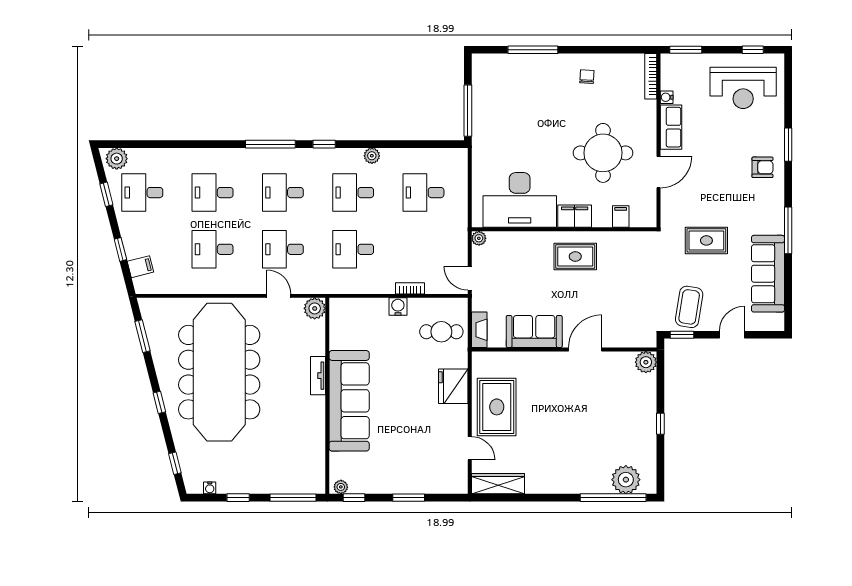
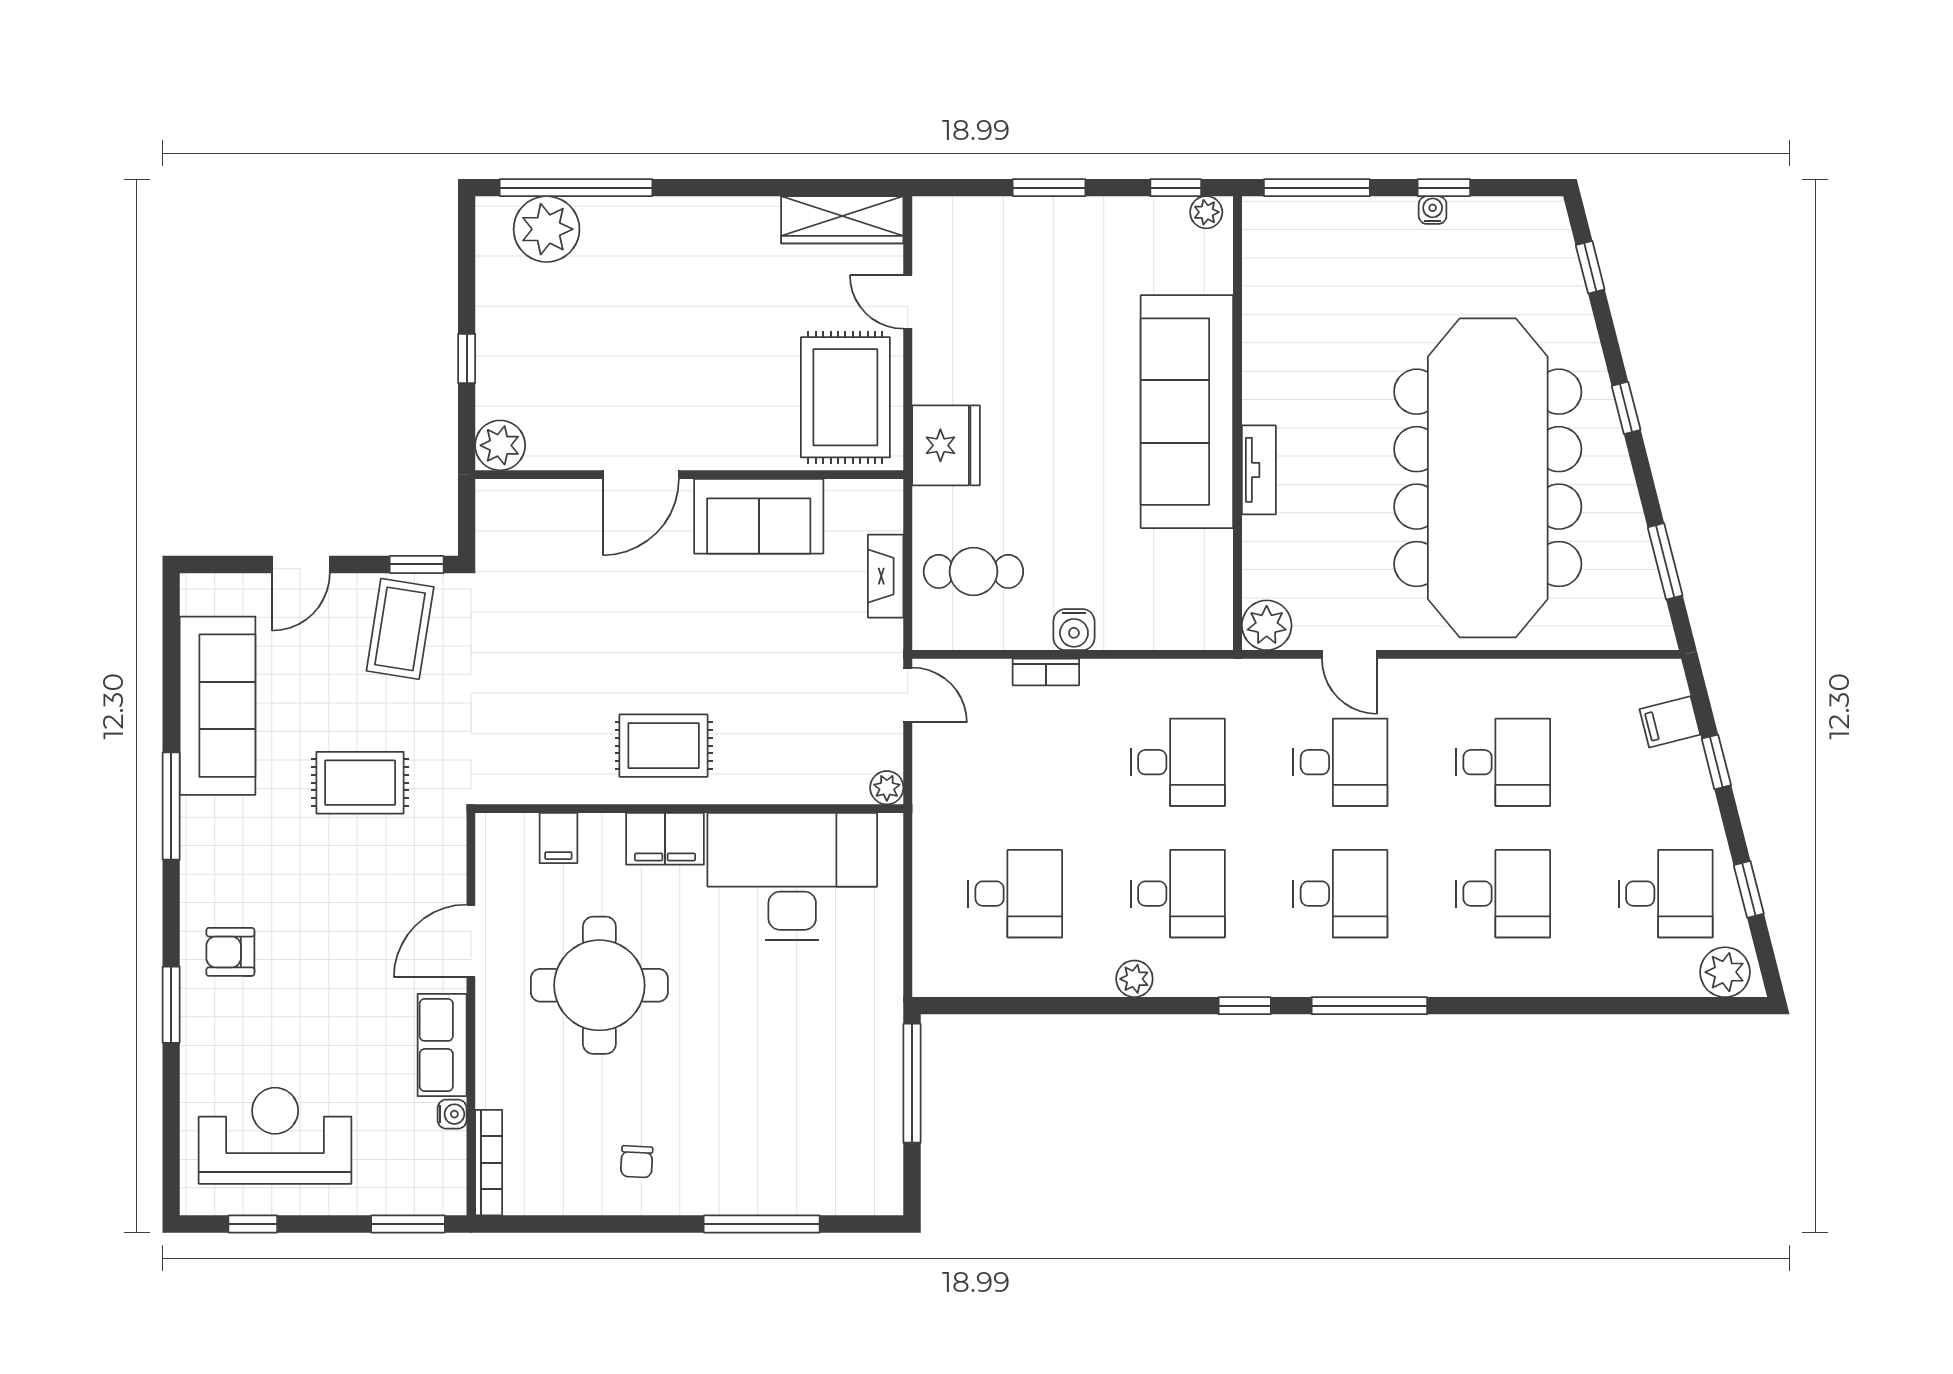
sofa: (534, 332) -> (759, 516), moved
wall: (564, 350) -> (689, 475), moved
door: (585, 350) -> (641, 475), moved
plant: (646, 362) -> (500, 445), moved
water cooler: (210, 488) -> (1433, 210), moved

